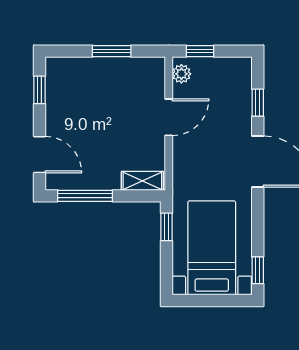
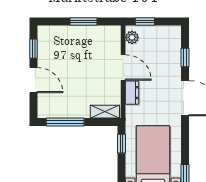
door: (169, 117) -> (123, 68), hinge flipped
dresser: (181, 153) -> (132, 93), added
door: (40, 155) -> (33, 80), moved

